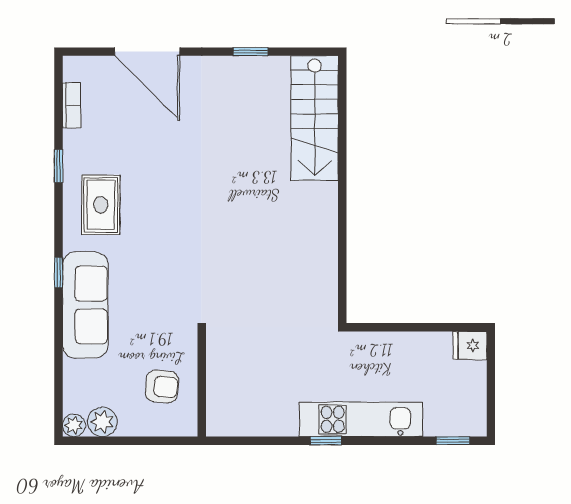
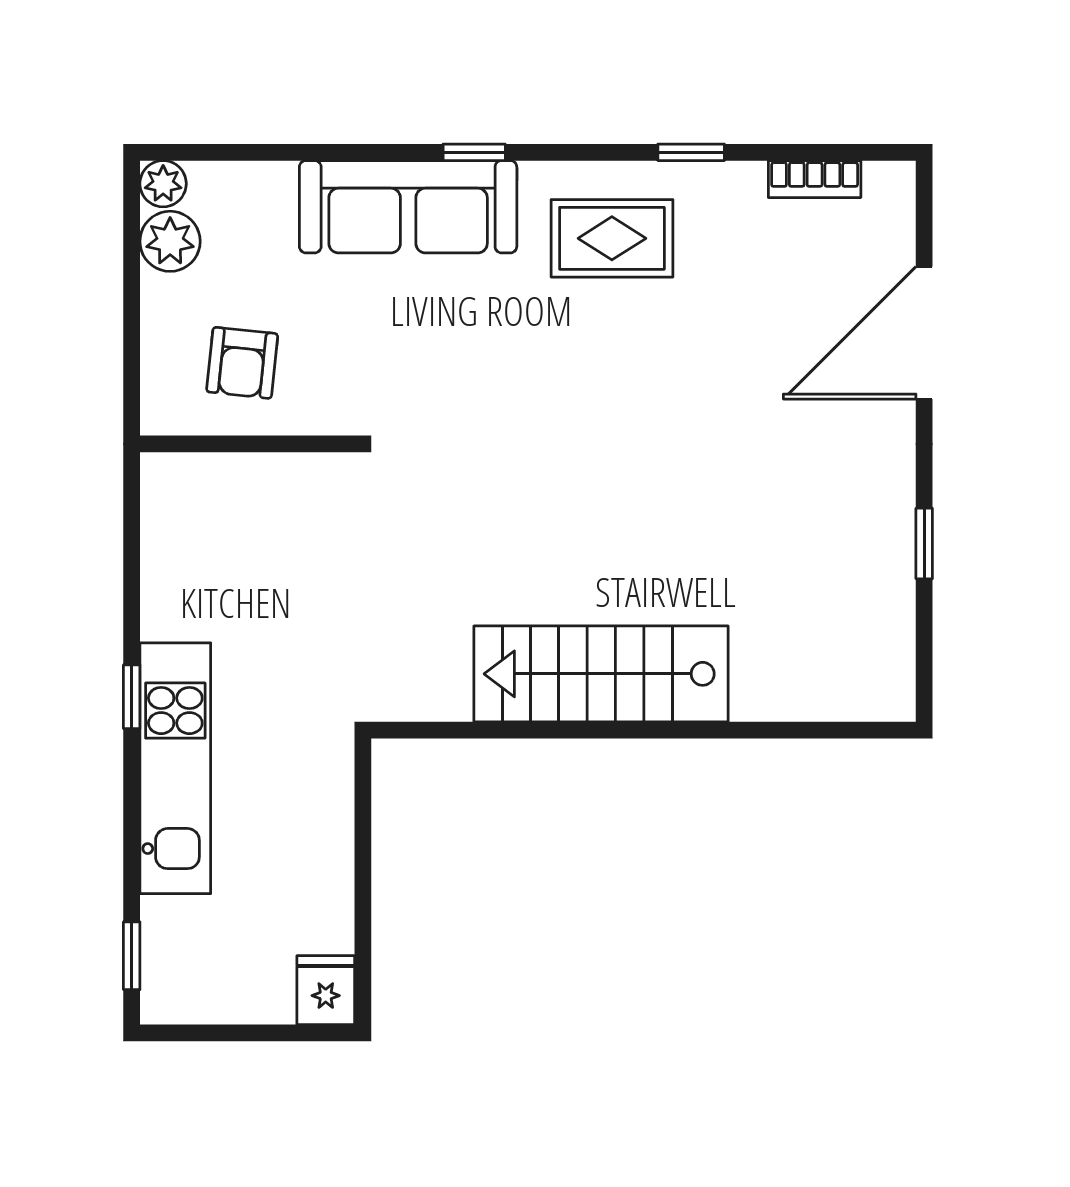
stairs: (315, 118) -> (601, 674), moved

